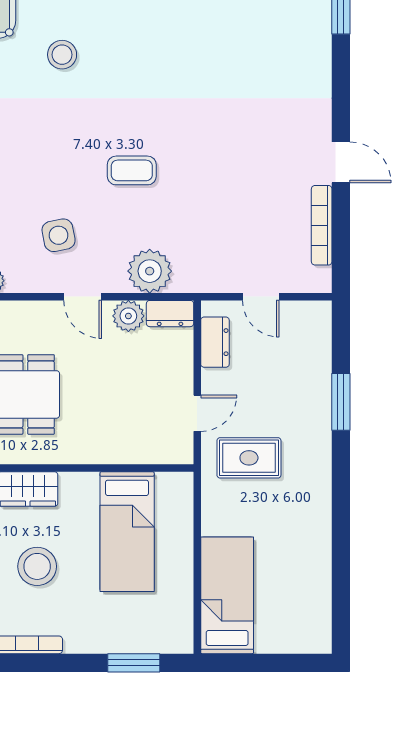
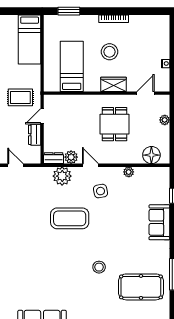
coffee table: (132, 170) -> (70, 218), width x1.86, depth x1.72
dresser: (215, 342) -> (35, 135), moved

